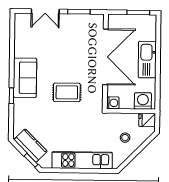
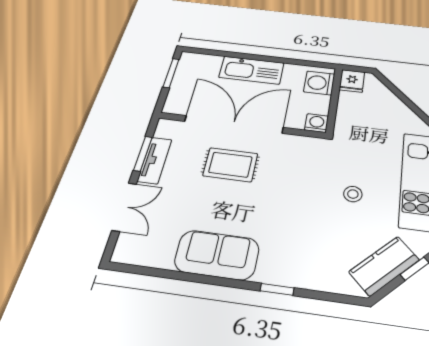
tv unit: (76, 19) -> (155, 160), added
sofa: (25, 78) -> (217, 255), moved
rug: (67, 92) -> (230, 165), moved, turned 90
stool: (125, 138) -> (353, 194), moved

